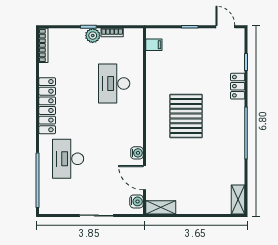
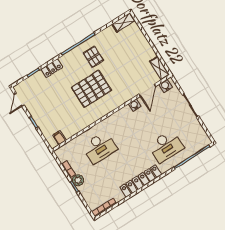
pallet: (221, 141) -> (93, 57), added

